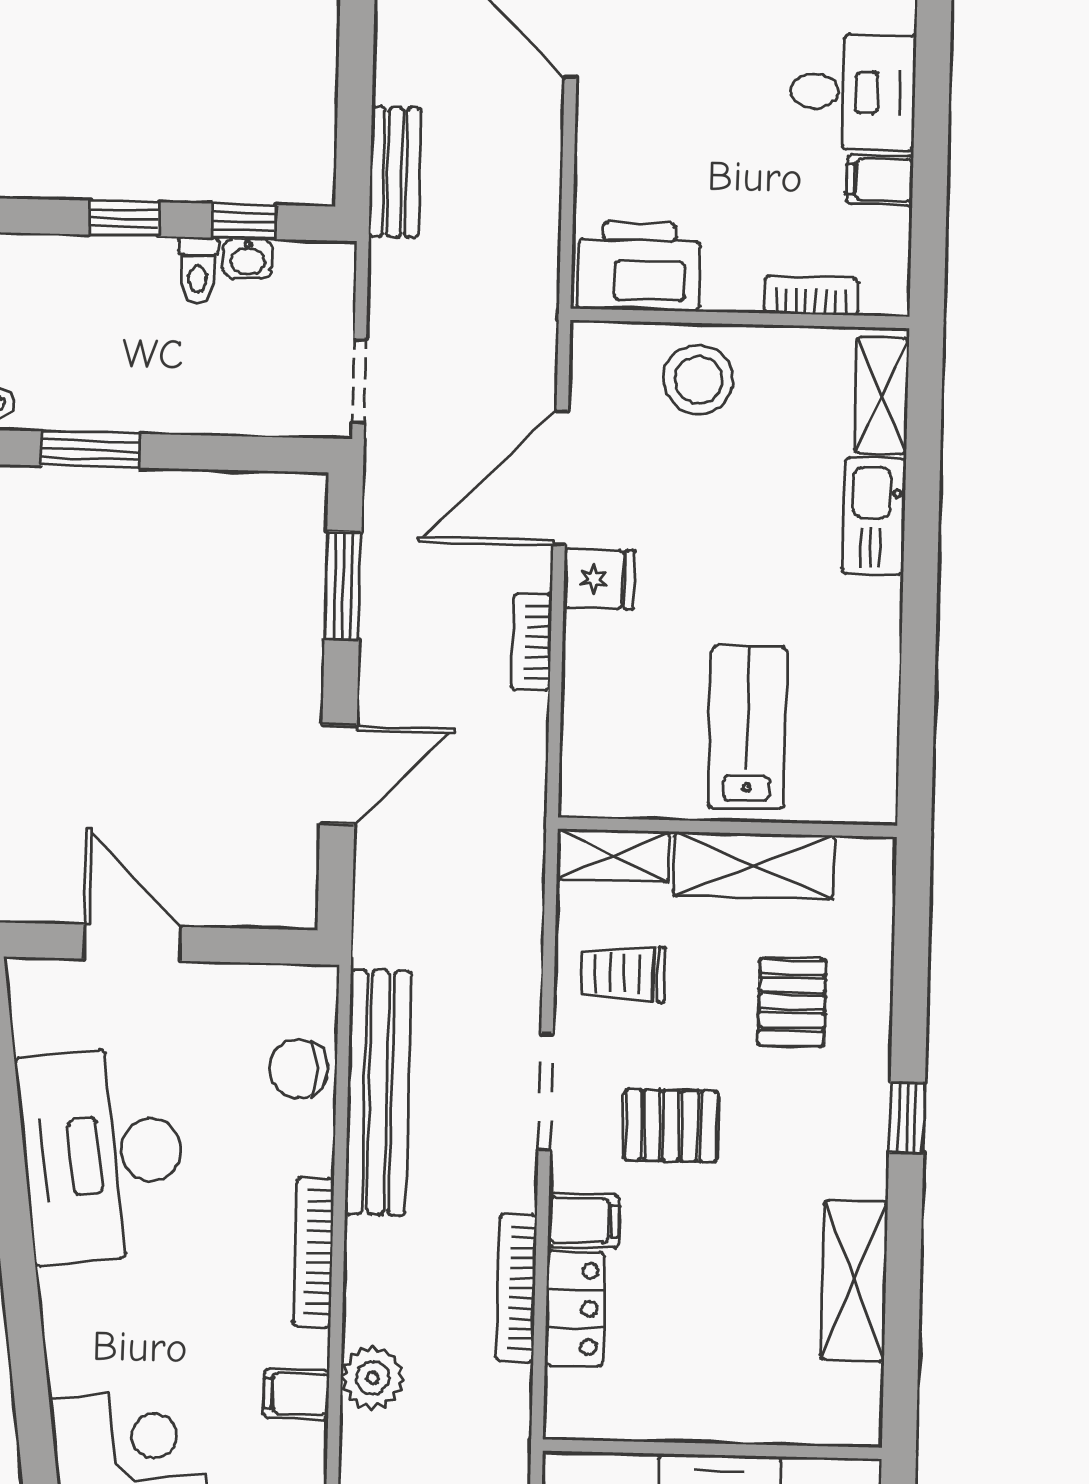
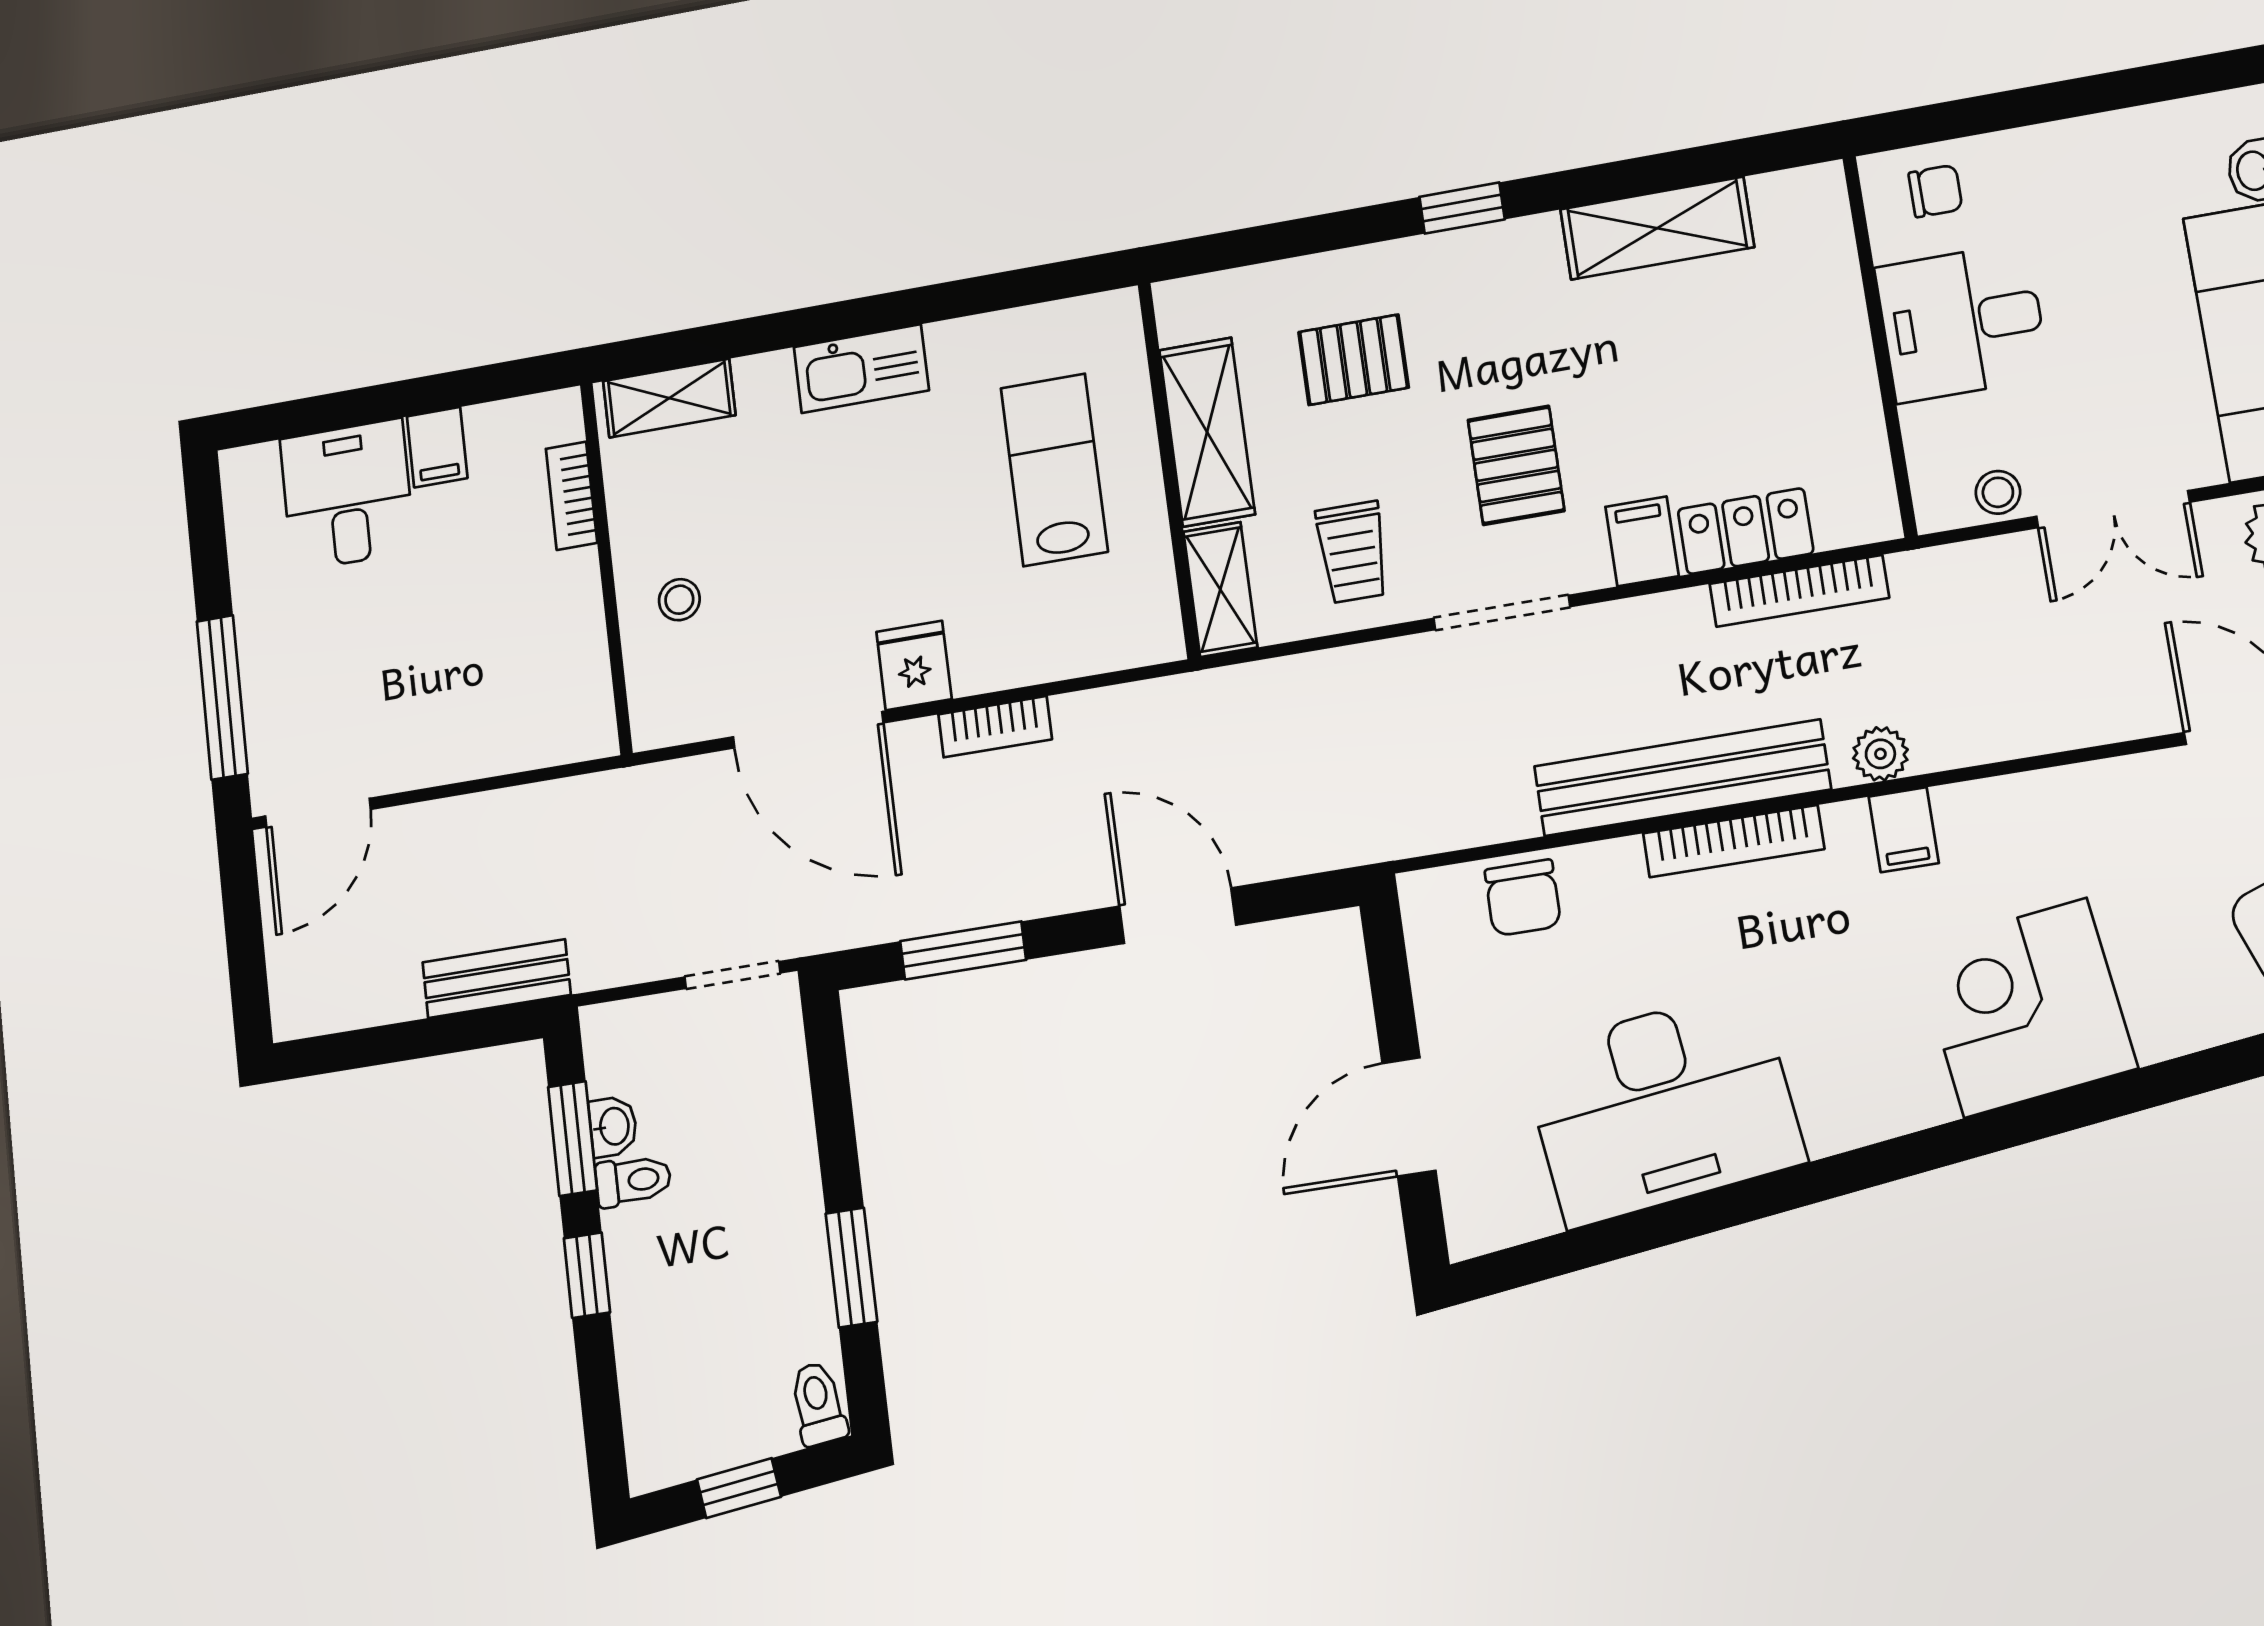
window: (244, 221) -> (573, 1139), width x1.50
printer: (639, 266) -> (565, 689), removed
stool: (698, 380) -> (679, 600), width x0.53, depth x0.53
kitchen sink: (874, 516) -> (861, 369), moved
lab bench: (748, 728) -> (1054, 470), turned 90
bench: (378, 1092) -> (1682, 778), moved
bookcase: (516, 1288) -> (1799, 591), moved
plant: (372, 1378) -> (1880, 754), width x0.73, depth x0.73

